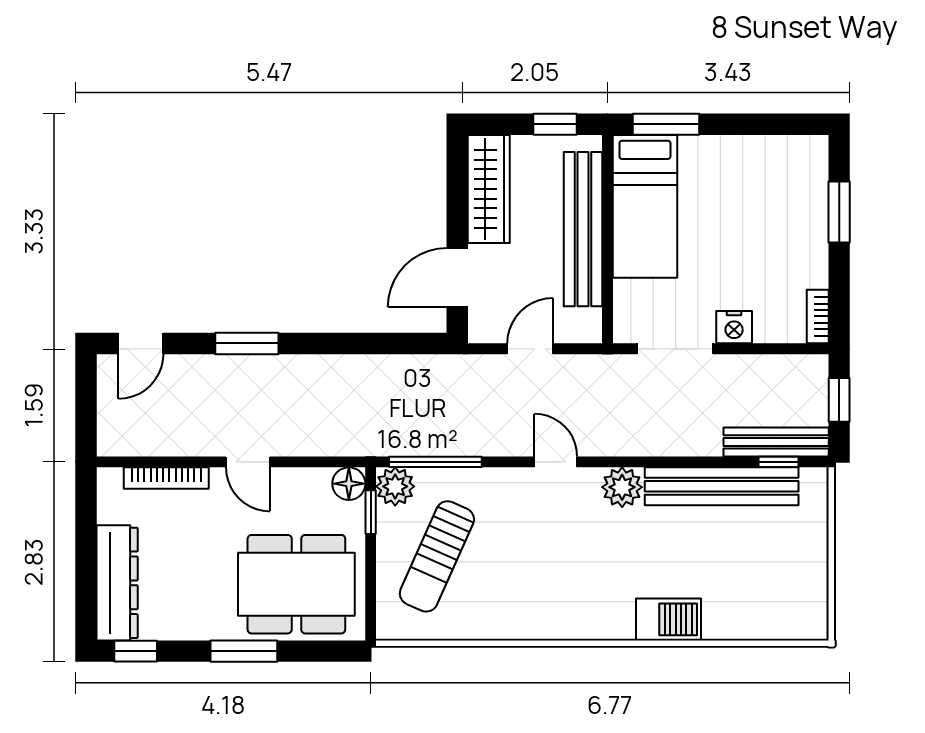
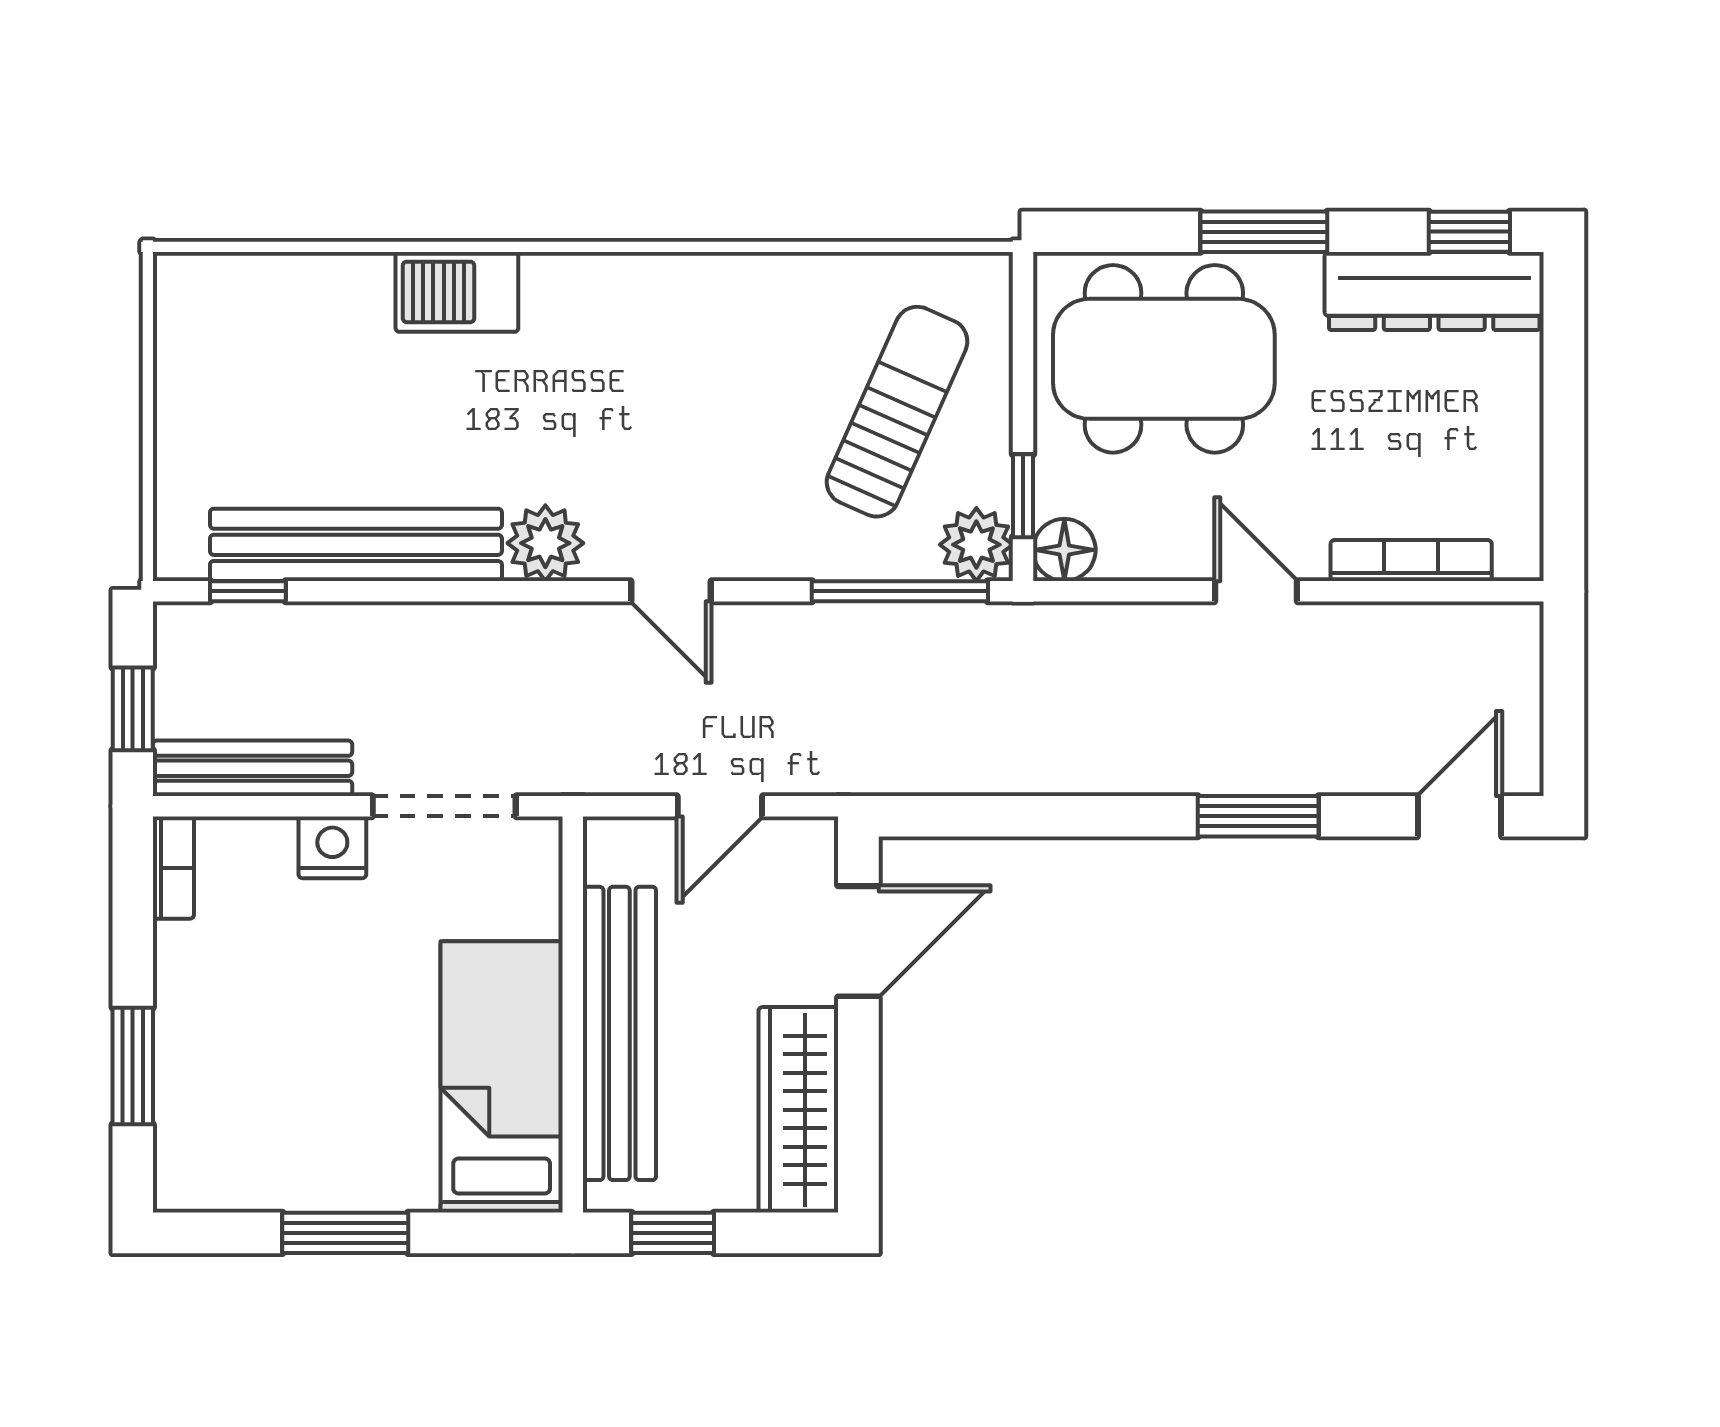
window: (666, 124) -> (345, 1233), moved
bench: (776, 442) -> (252, 768), moved
dresser: (117, 583) -> (1434, 291), moved, turned -90

